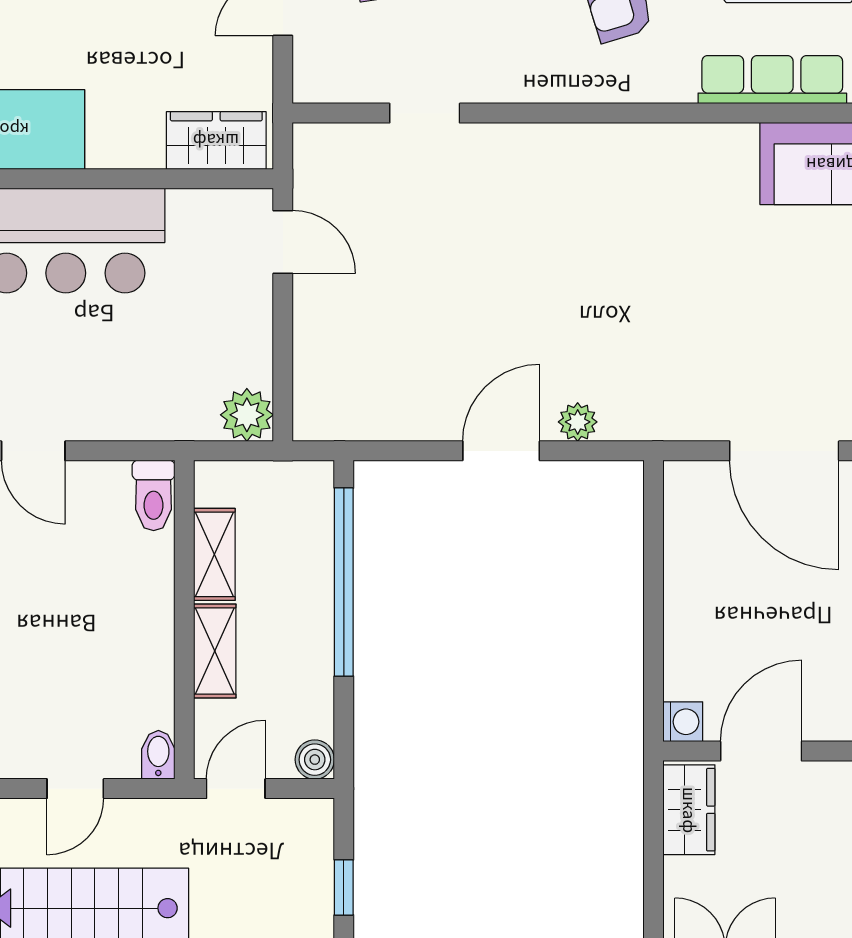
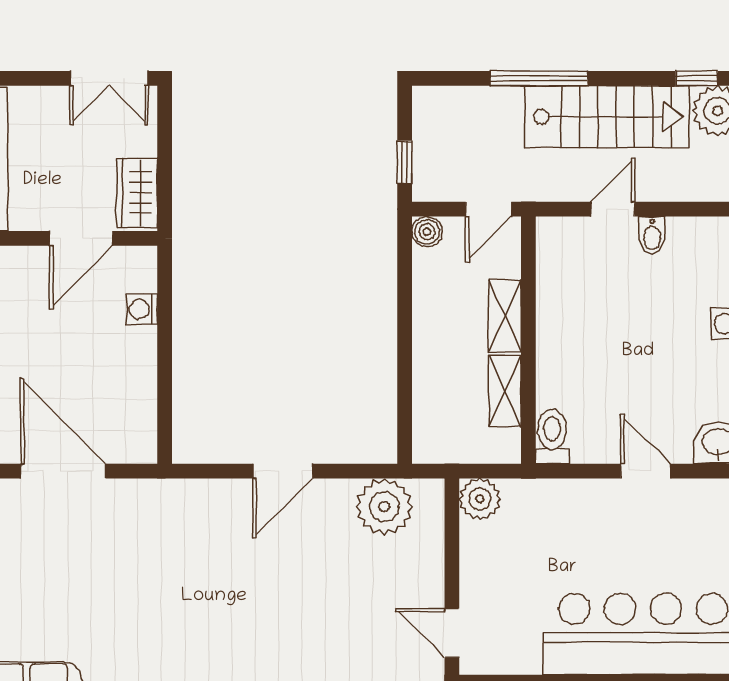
plant: (578, 422) -> (384, 507), moved, width x1.87, depth x1.87
window: (344, 582) -> (405, 369), removed
washing machine: (683, 722) -> (142, 309), moved
bidet: (158, 755) -> (652, 235), moved
window: (344, 887) -> (405, 162), moved

